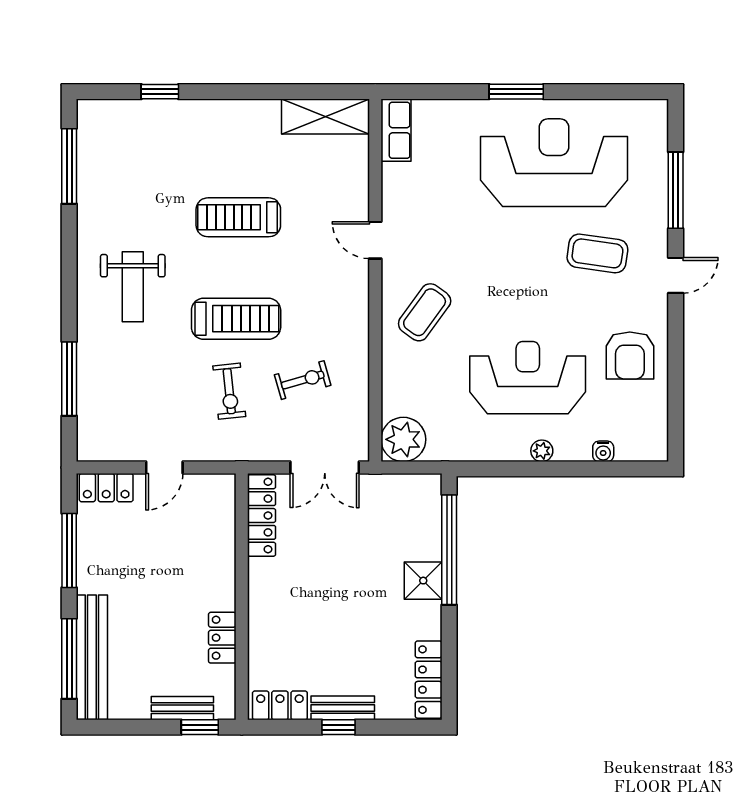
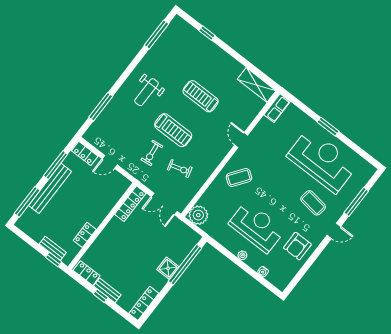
bench: (92, 657) -> (50, 188), moved

